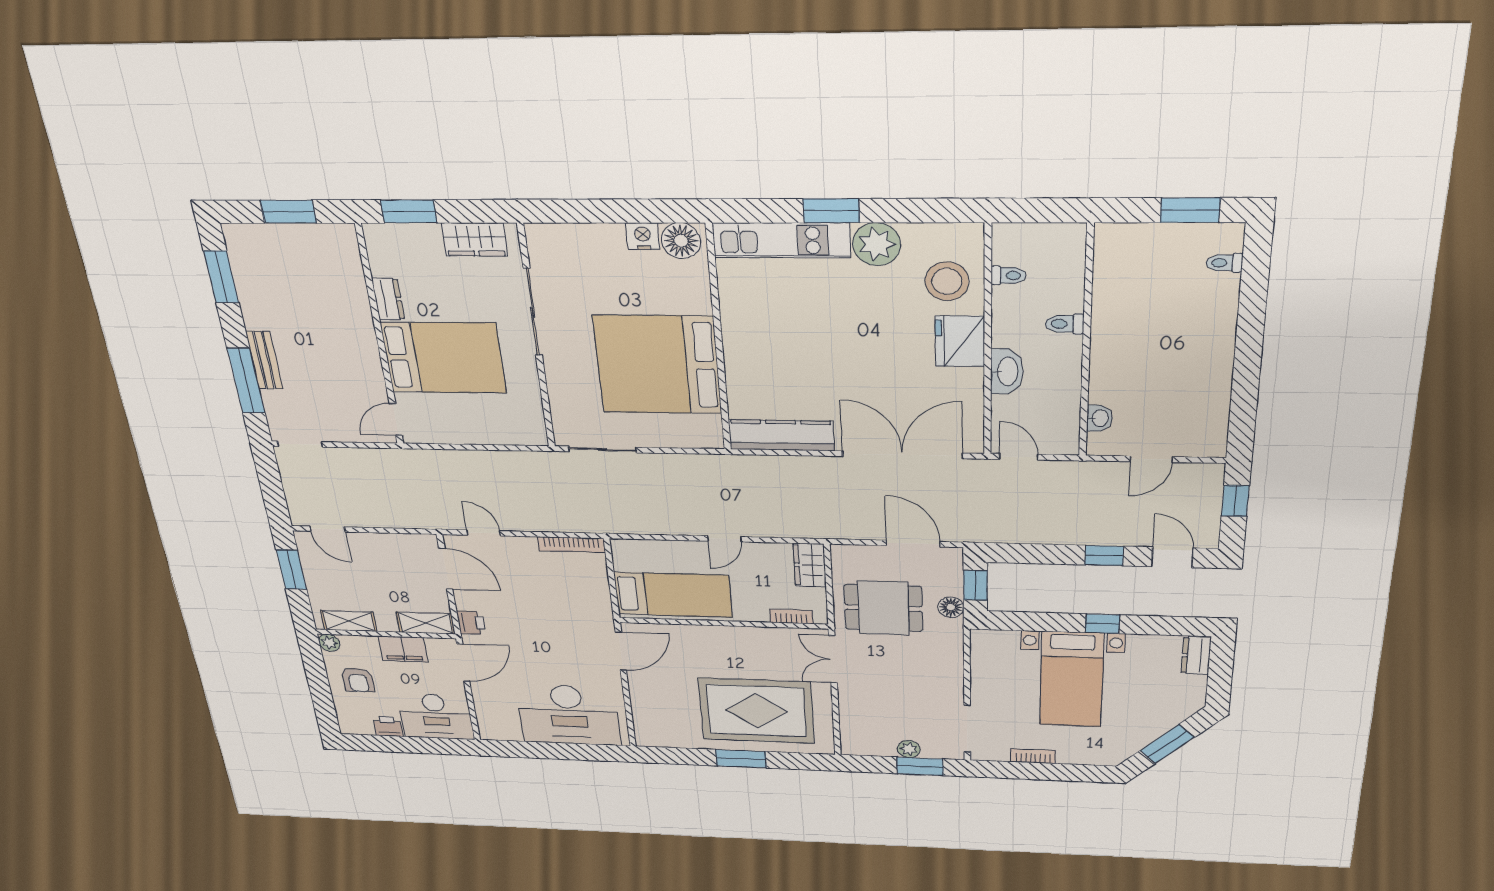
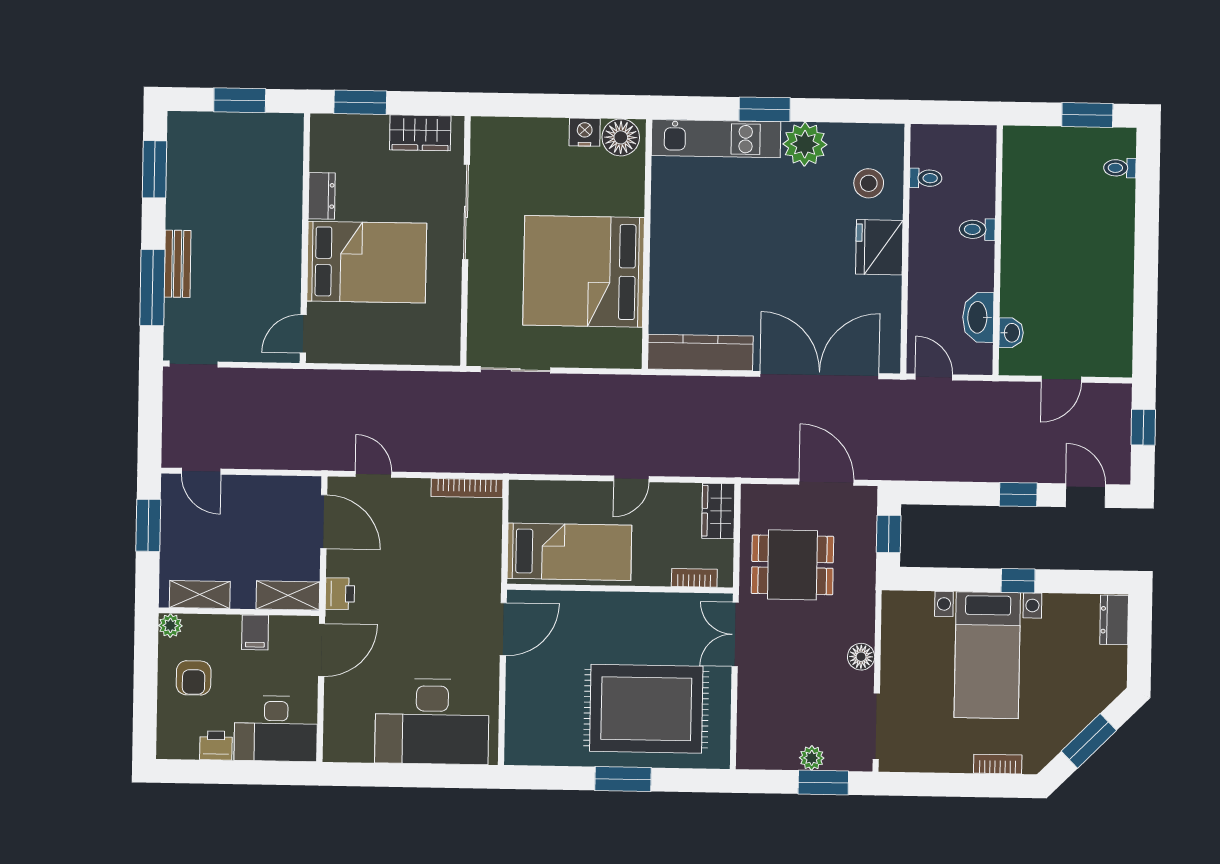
stool: (947, 281) -> (869, 183), width x0.73, depth x0.73
washbasin: (1007, 371) -> (978, 317), moved, turned 180
floor lamp: (951, 607) -> (861, 657), moved
filing cabinet: (403, 649) -> (255, 632), width x0.50
bookcase: (1033, 756) -> (998, 764), moved

